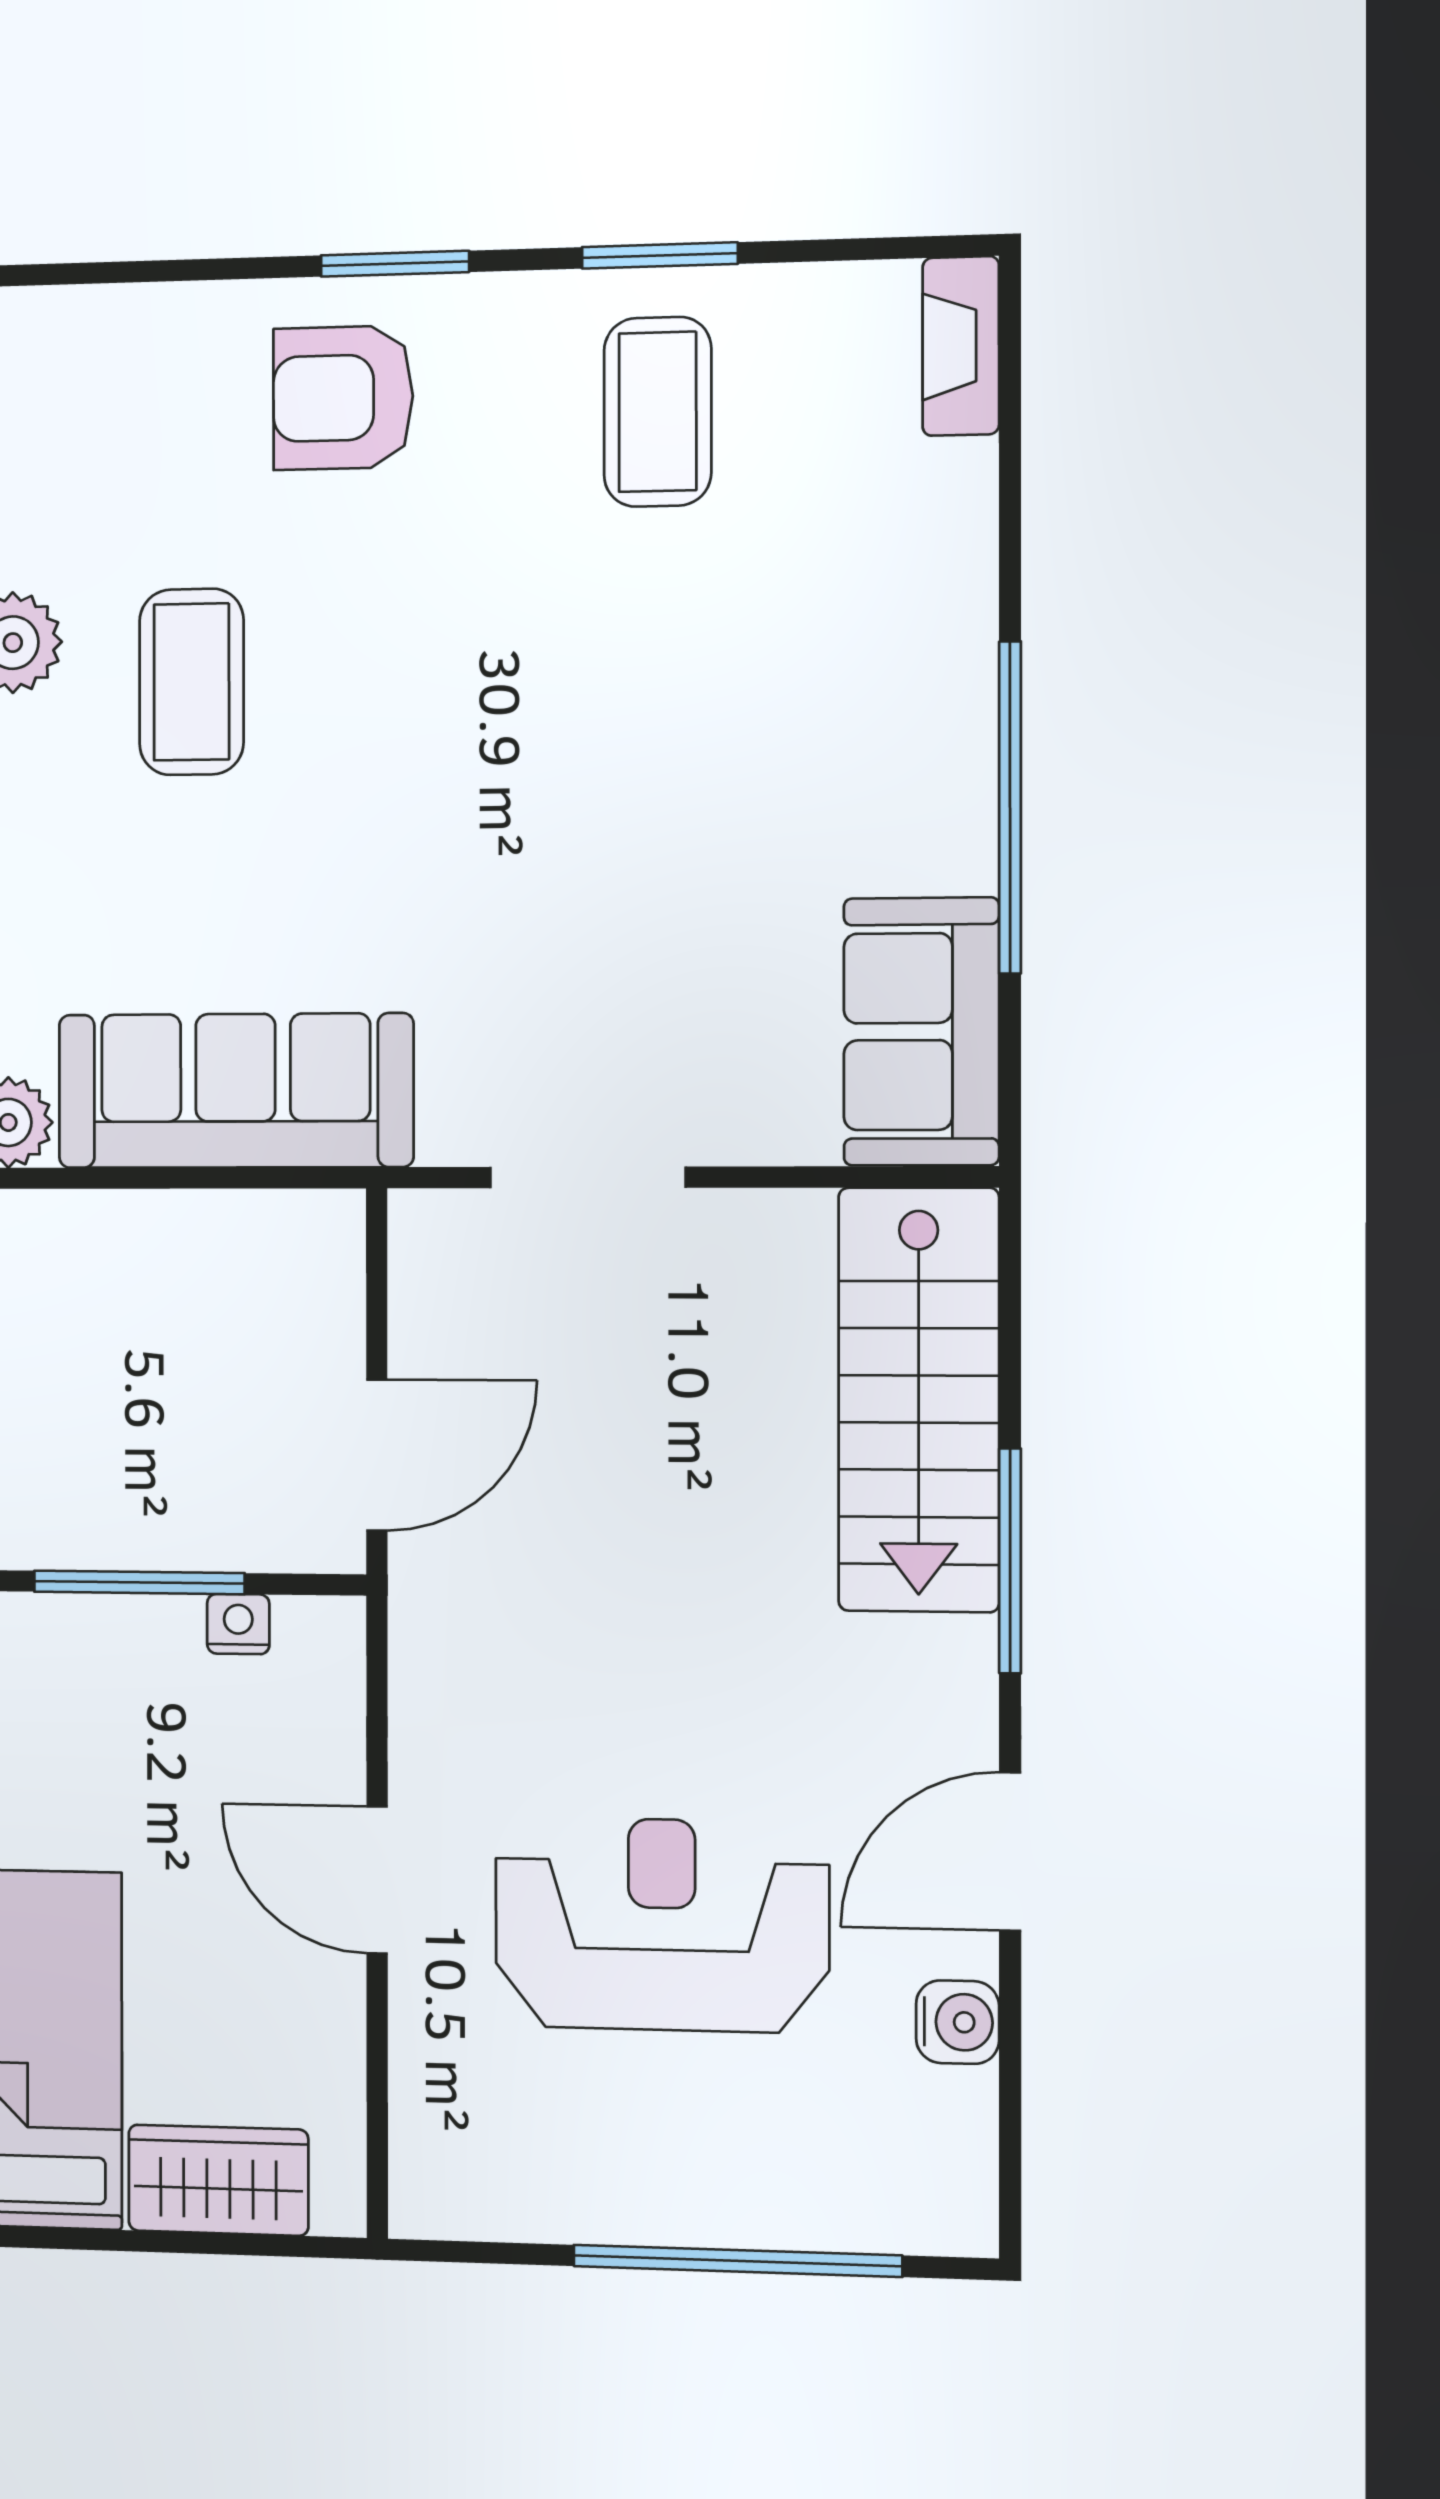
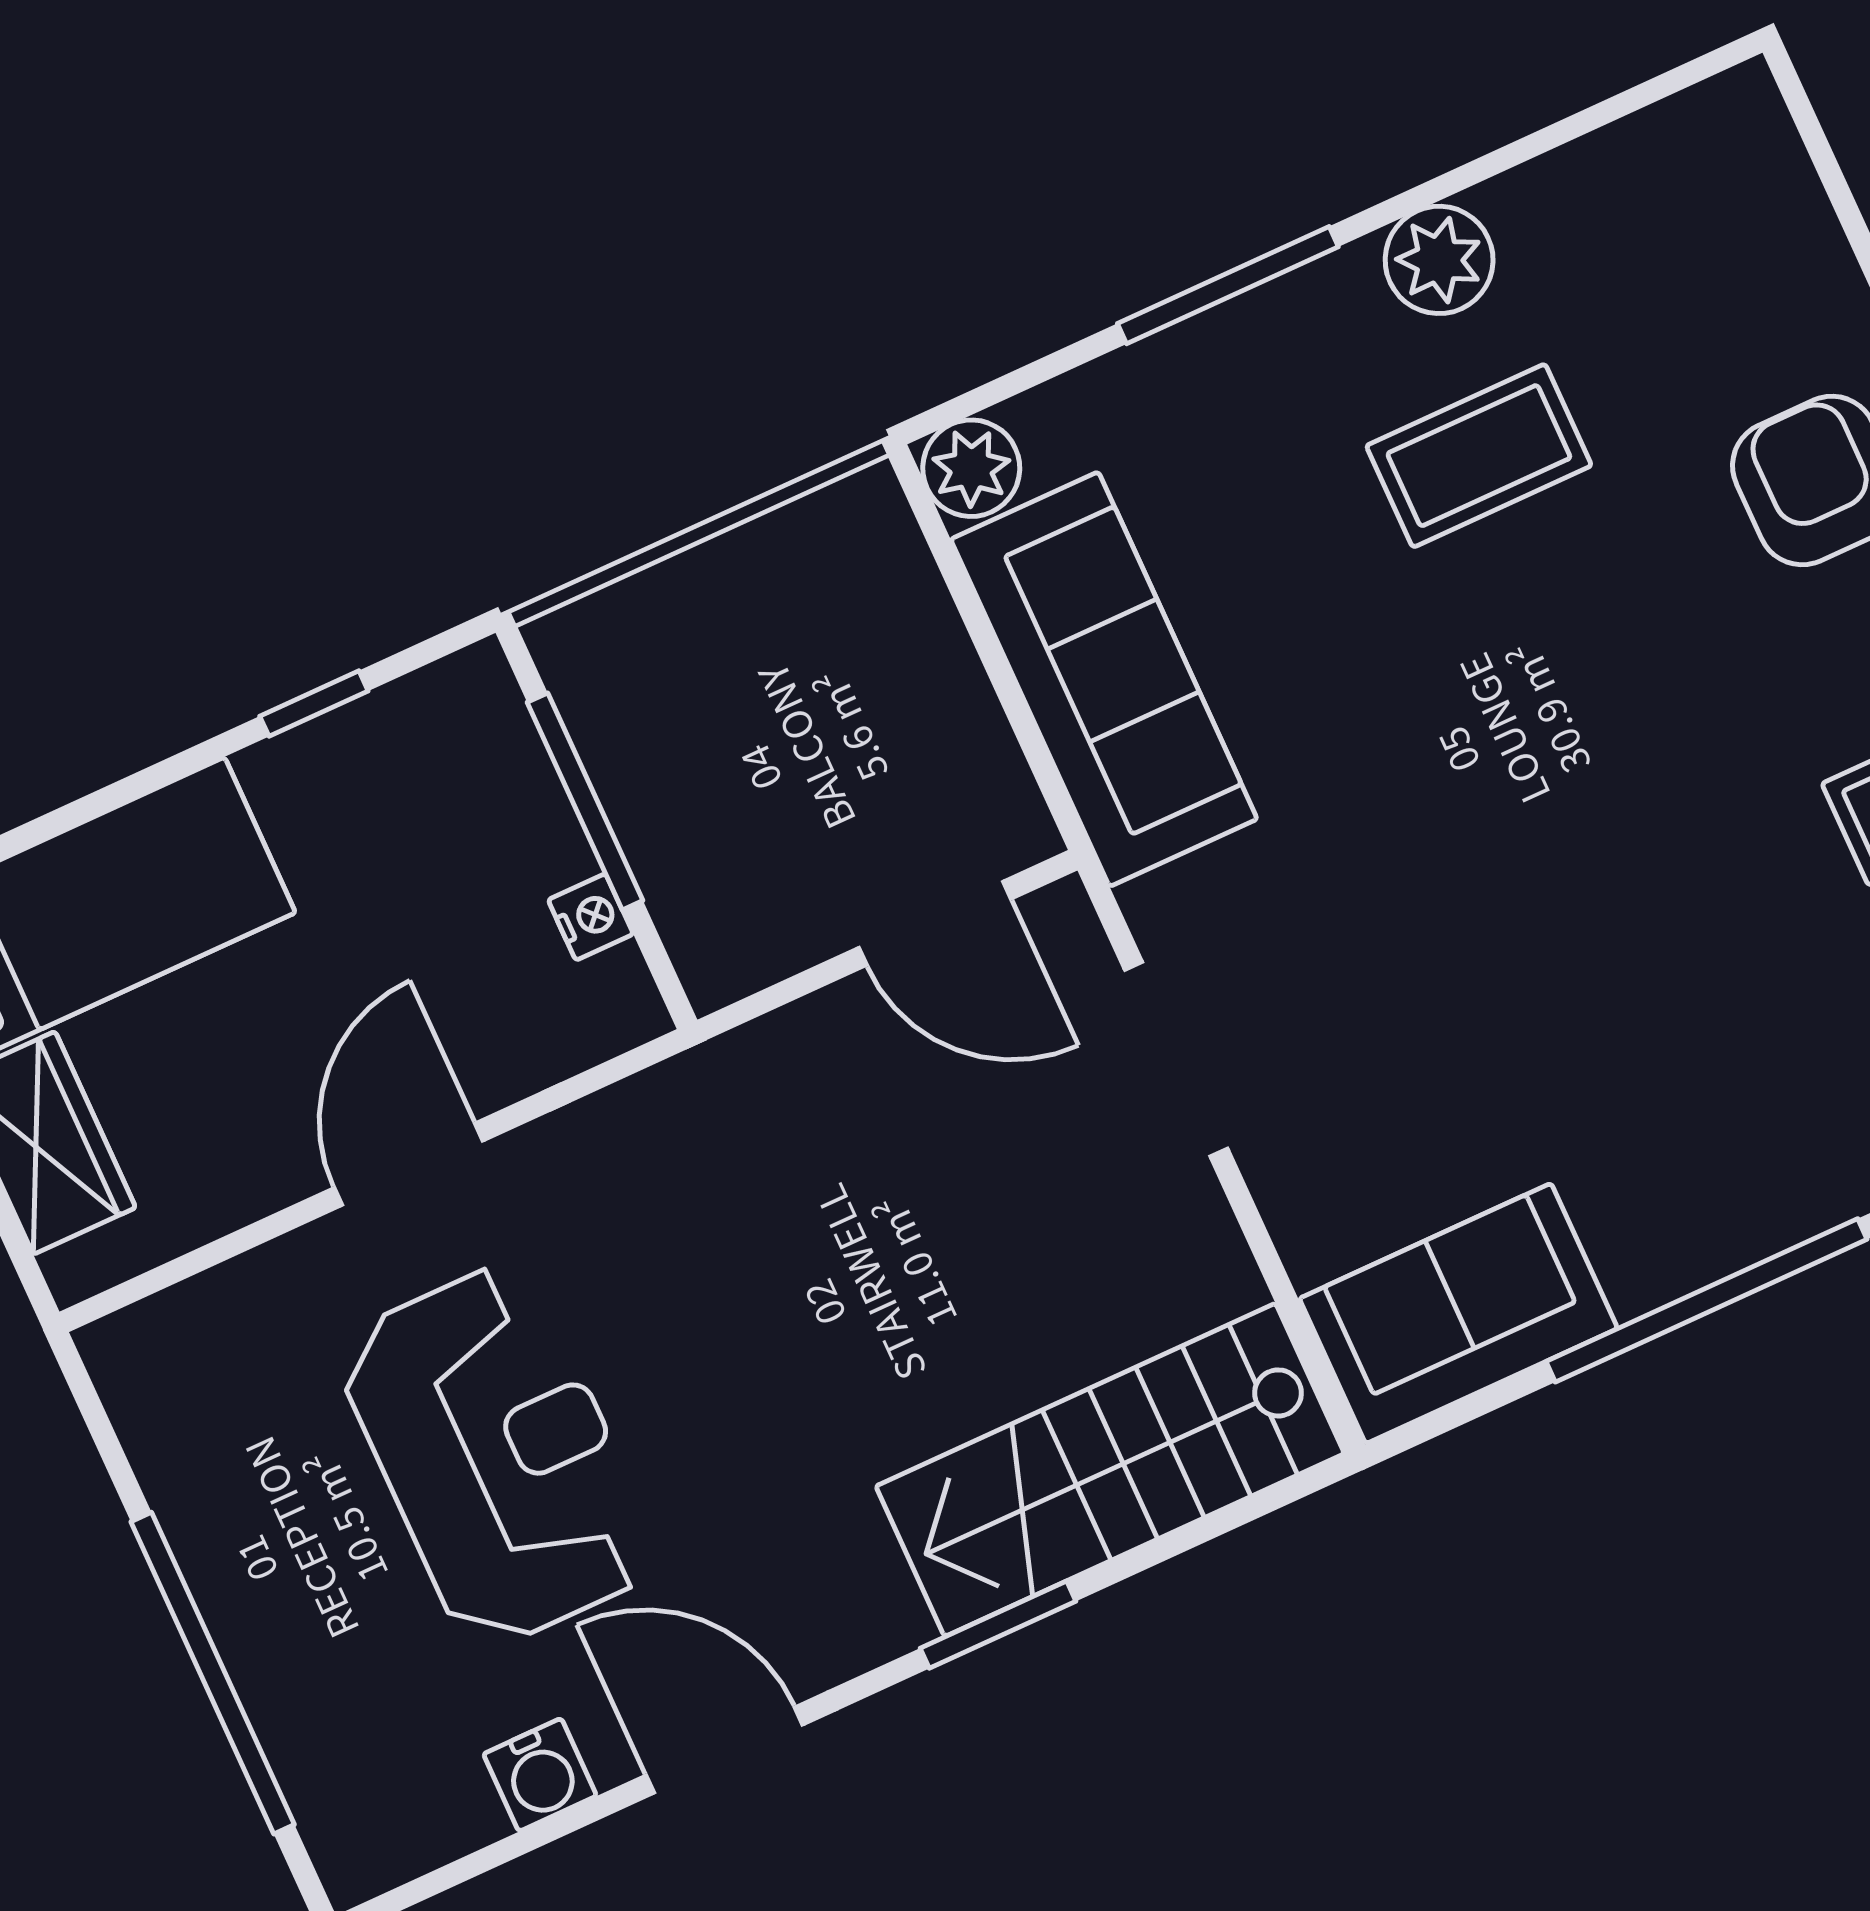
door: (377, 1455) -> (935, 923), moved
window: (1010, 1561) -> (998, 1625), width x0.69

